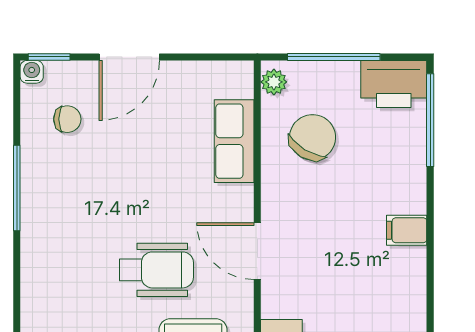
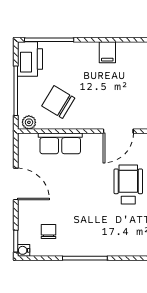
door: (129, 57) -> (16, 184), moved

